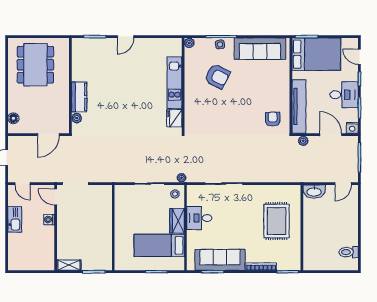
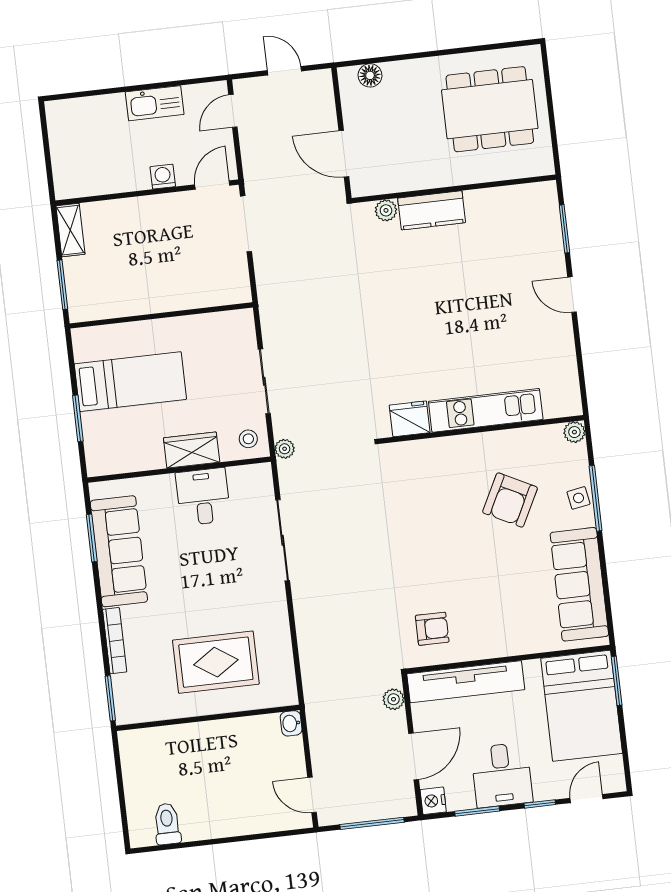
washbasin: (314, 192) -> (291, 723), width x0.52, depth x0.69
bed: (159, 245) -> (130, 382), moved, turned 90

